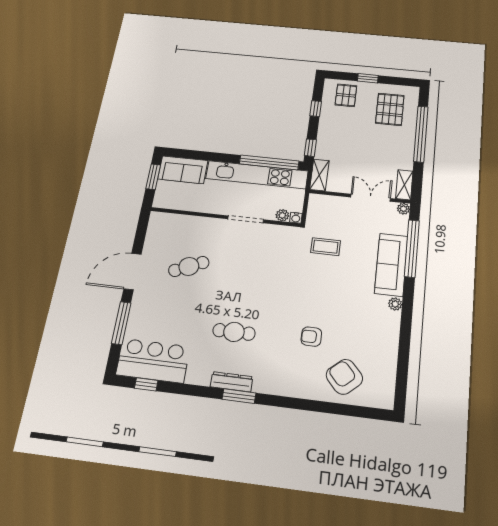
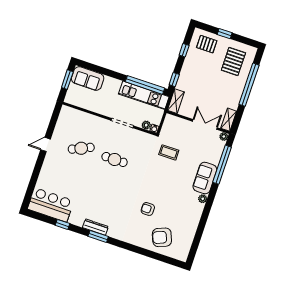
pallet: (346, 95) -> (207, 44), turned 90
kitchen unit: (257, 175) -> (144, 95), width x0.73
sofa: (391, 265) -> (205, 178), width x0.73
door: (133, 271) -> (46, 144), width x0.53
window: (121, 323) -> (35, 177), removed
cafe table: (234, 332) -> (115, 159), moved
armchair: (344, 377) -> (162, 237), turned -70
window: (146, 384) -> (62, 224), moved

